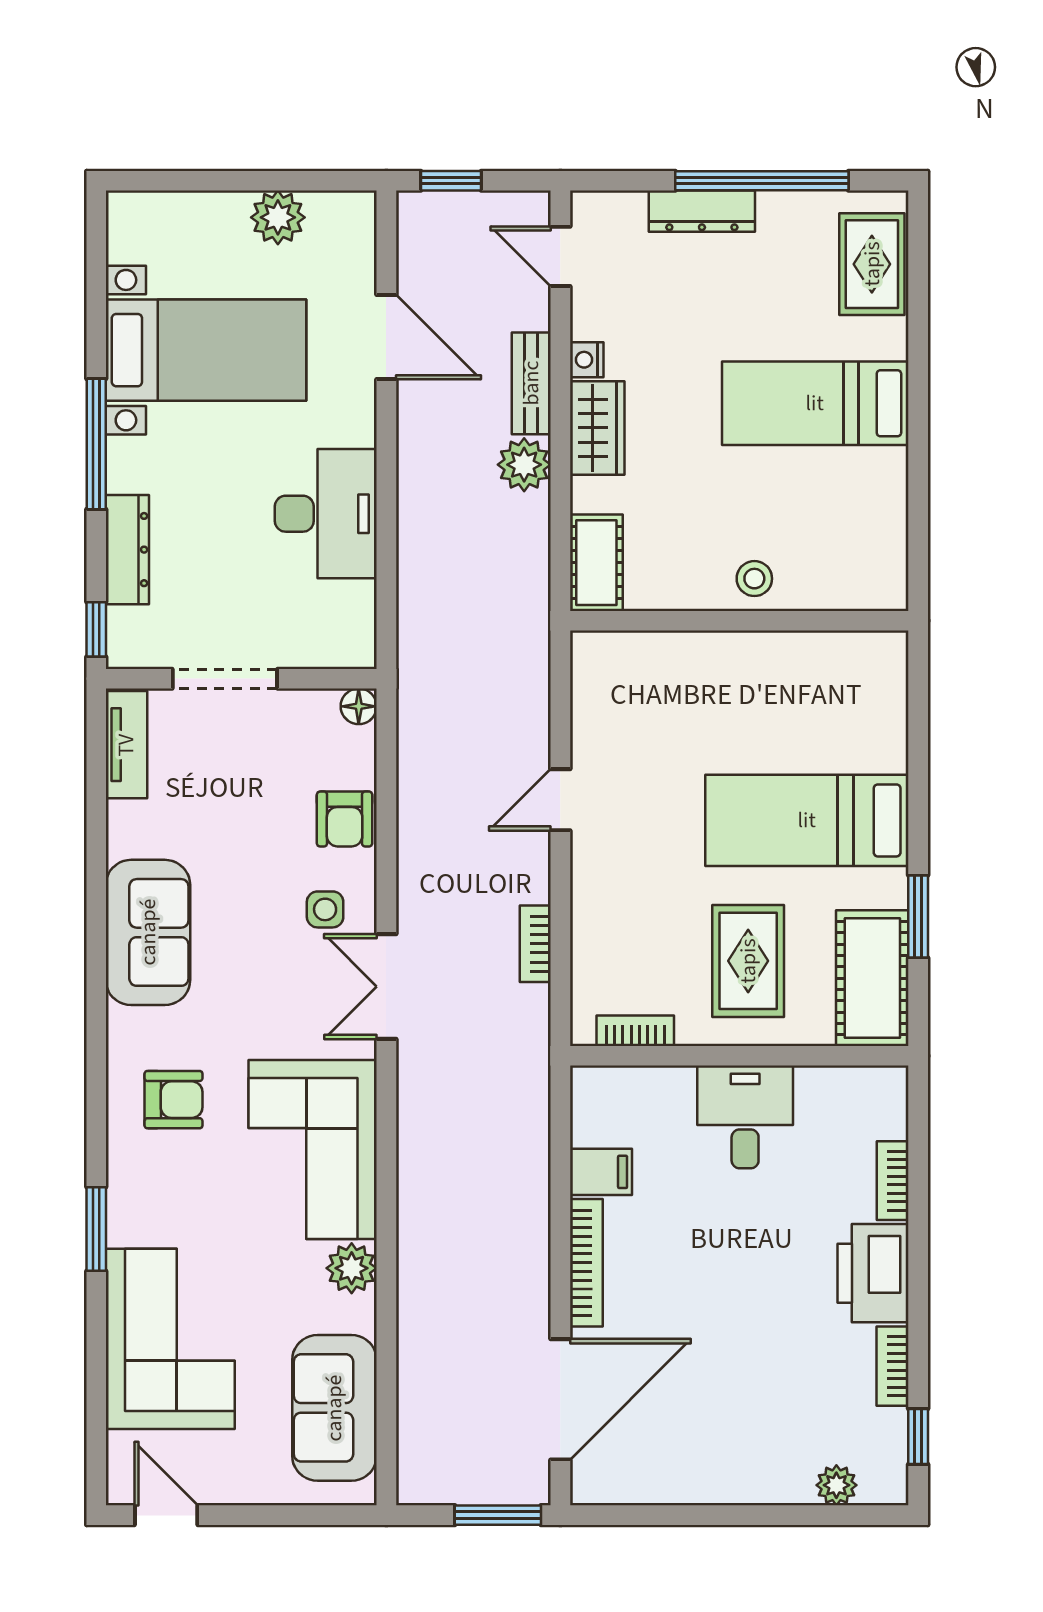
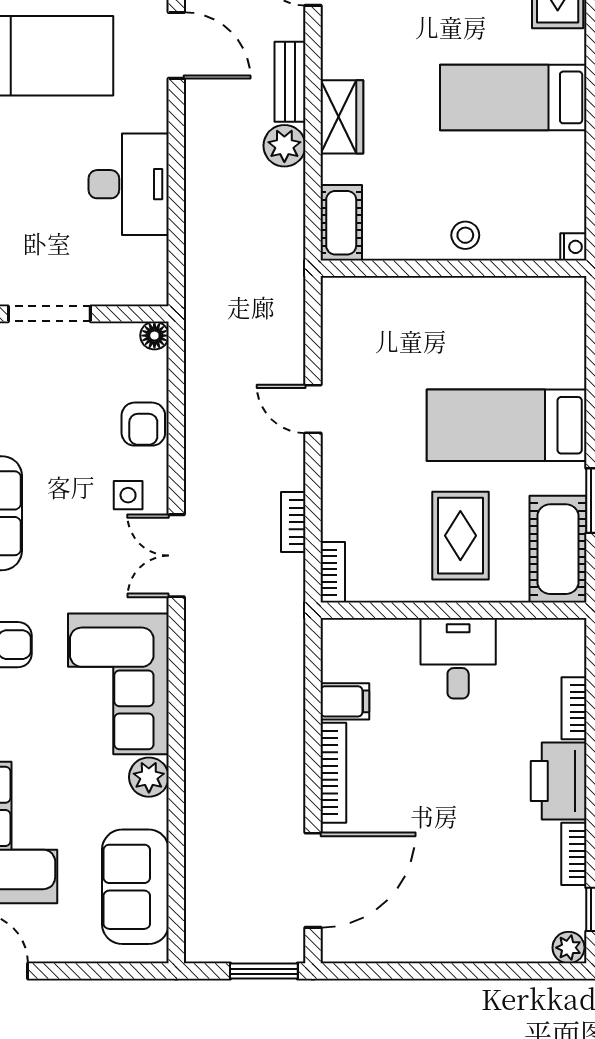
nightstand: (587, 360) -> (573, 247), moved, turned 180
door: (560, 800) -> (313, 409), hinge flipped
bookcase: (635, 1031) -> (333, 572), moved, turned 90
plant: (836, 1485) -> (569, 948), moved

